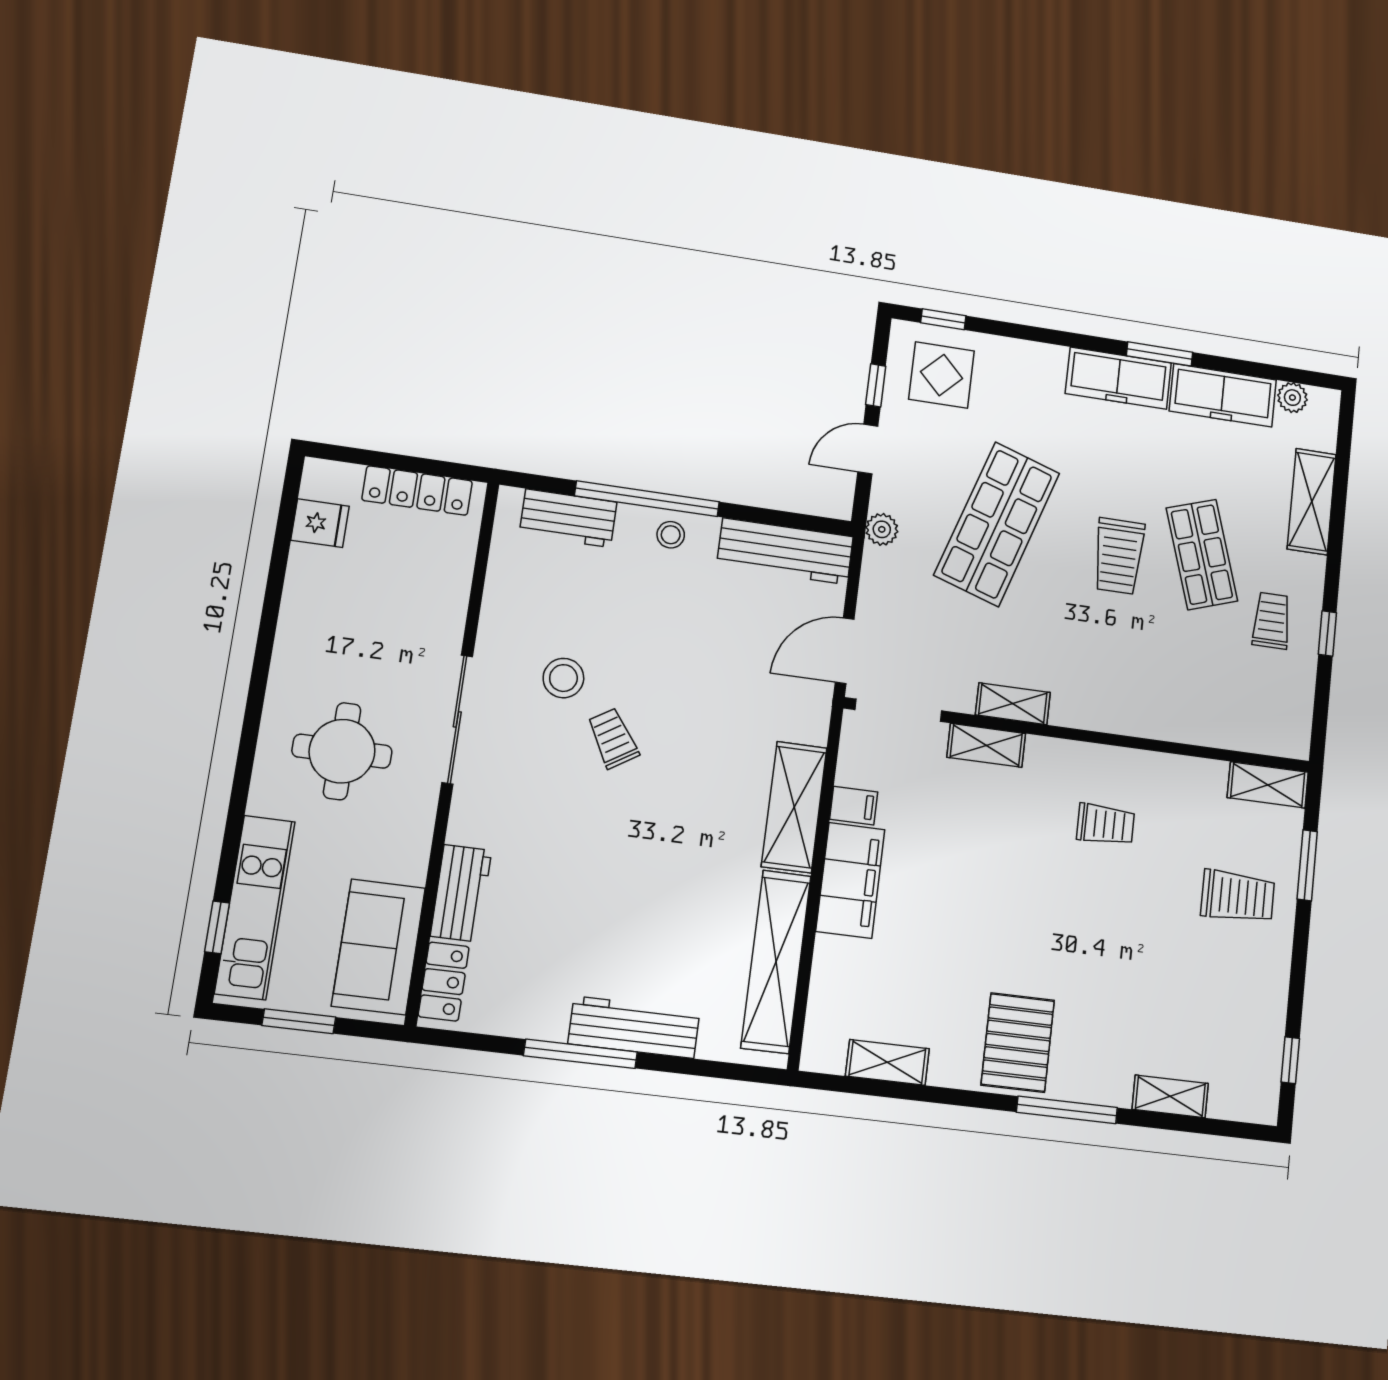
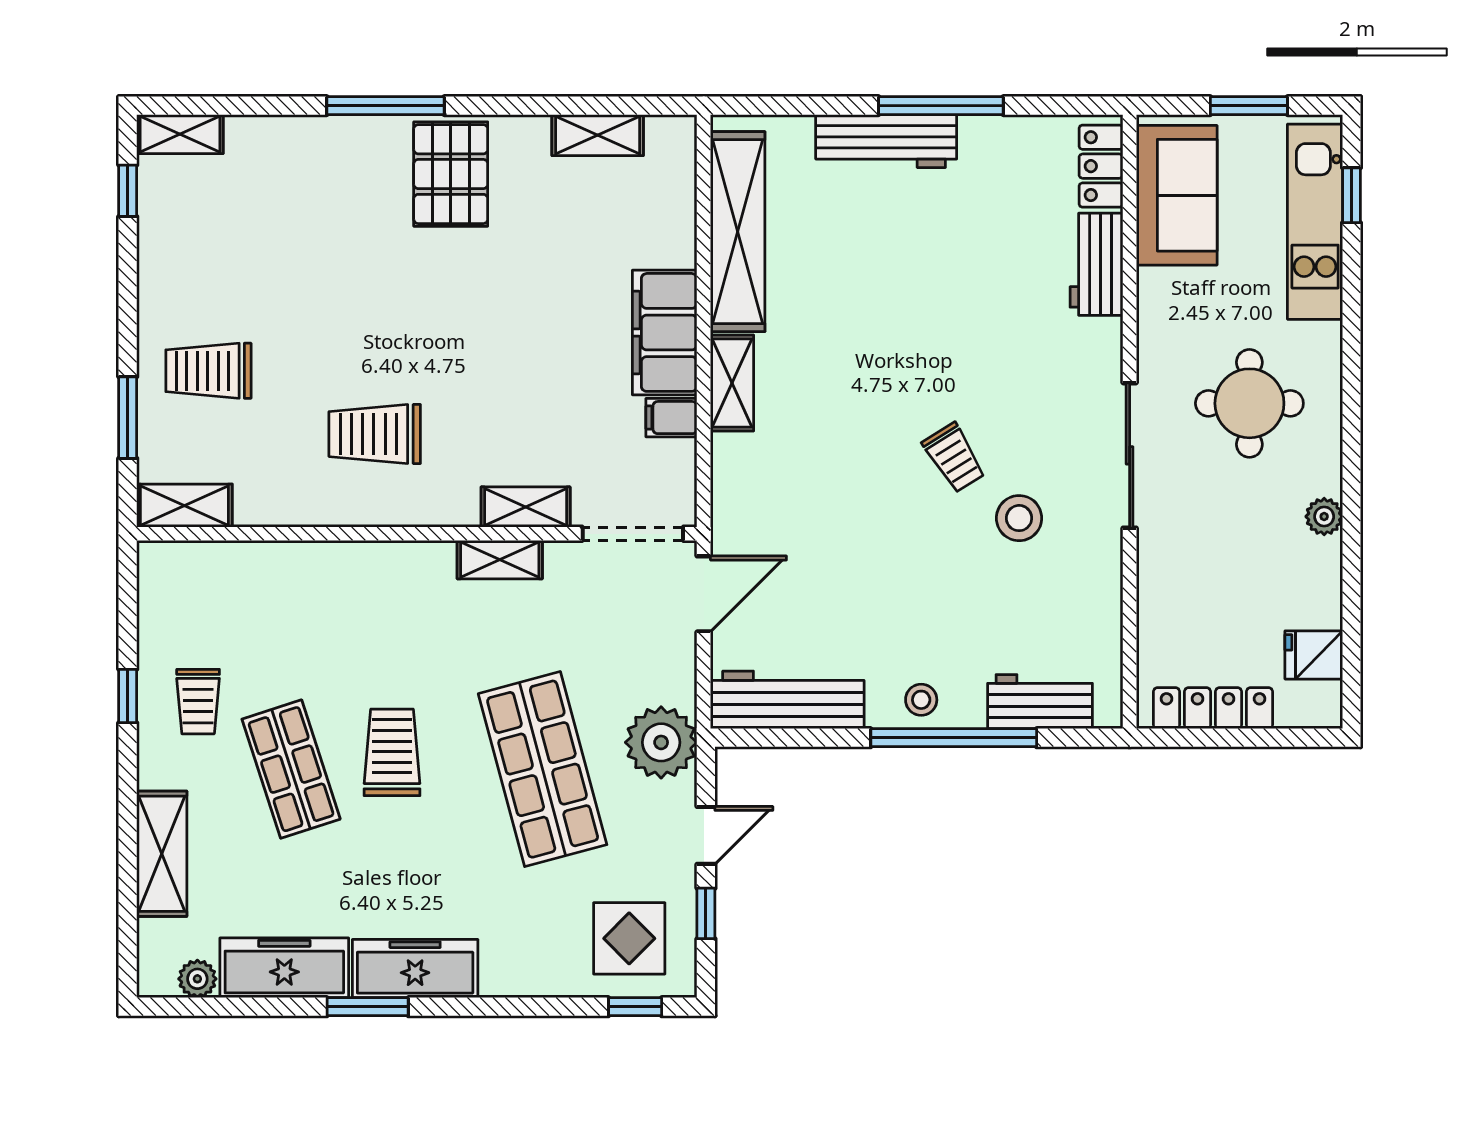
shop shelf: (997, 524) -> (543, 769), turned -33
plant: (882, 529) -> (661, 742), width x1.88, depth x1.88
plant: (291, 642) -> (1324, 517), added
shelving: (794, 807) -> (732, 383), width x0.67, depth x0.75
trolley: (1106, 824) -> (375, 434), width x1.36, depth x1.39
shelving: (1170, 1096) -> (180, 134), moved

